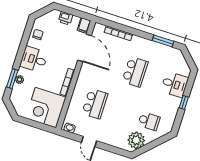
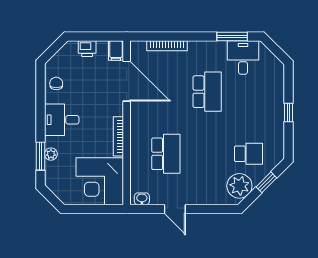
desk: (175, 84) -> (243, 57), moved, turned -90
window: (155, 144) -> (266, 182), added

